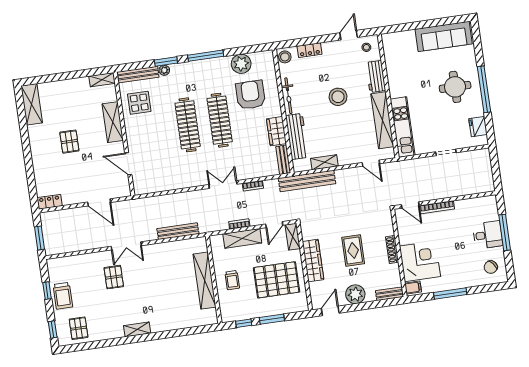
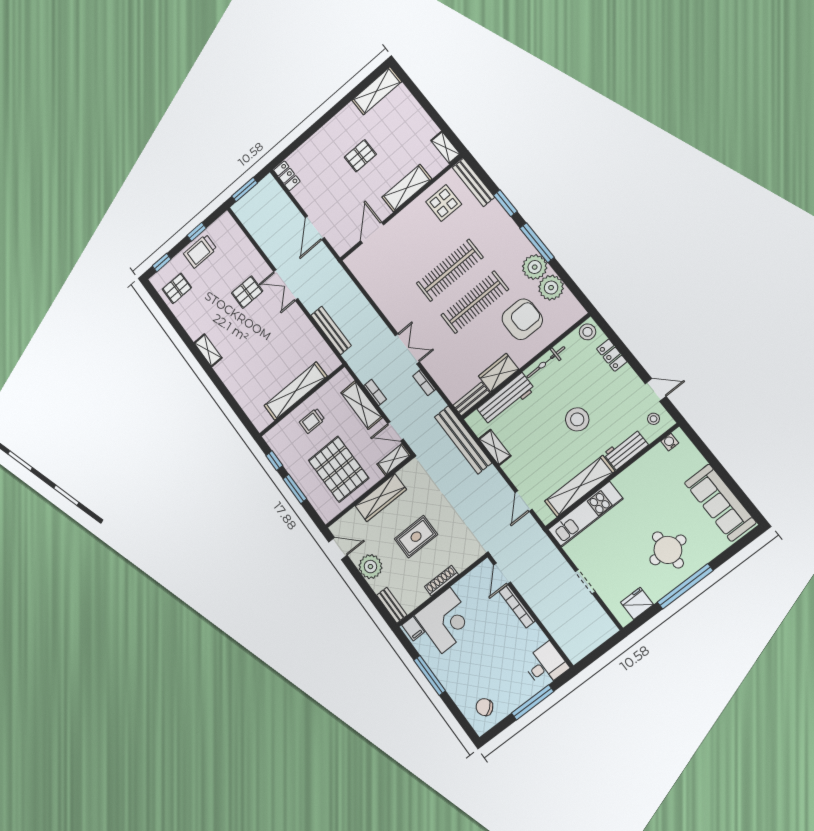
water cooler: (387, 46) -> (670, 442), added
plant: (164, 70) -> (535, 267), moved, width x1.87, depth x1.87
desk: (488, 235) -> (546, 665), moved, turned -90

